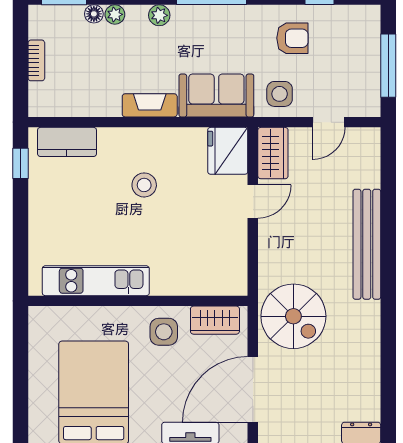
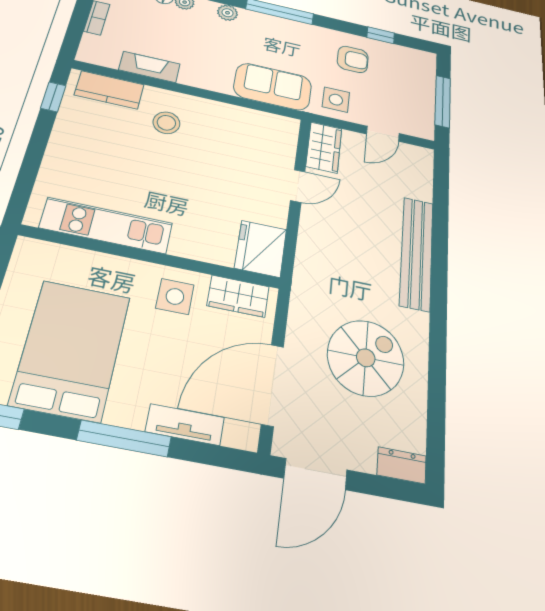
fireplace: (150, 105) -> (149, 67), moved
fridge: (228, 151) -> (261, 249), moved
stool: (144, 185) -> (166, 123), moved
spiral stairs: (293, 316) -> (366, 358), moved, turned -90

